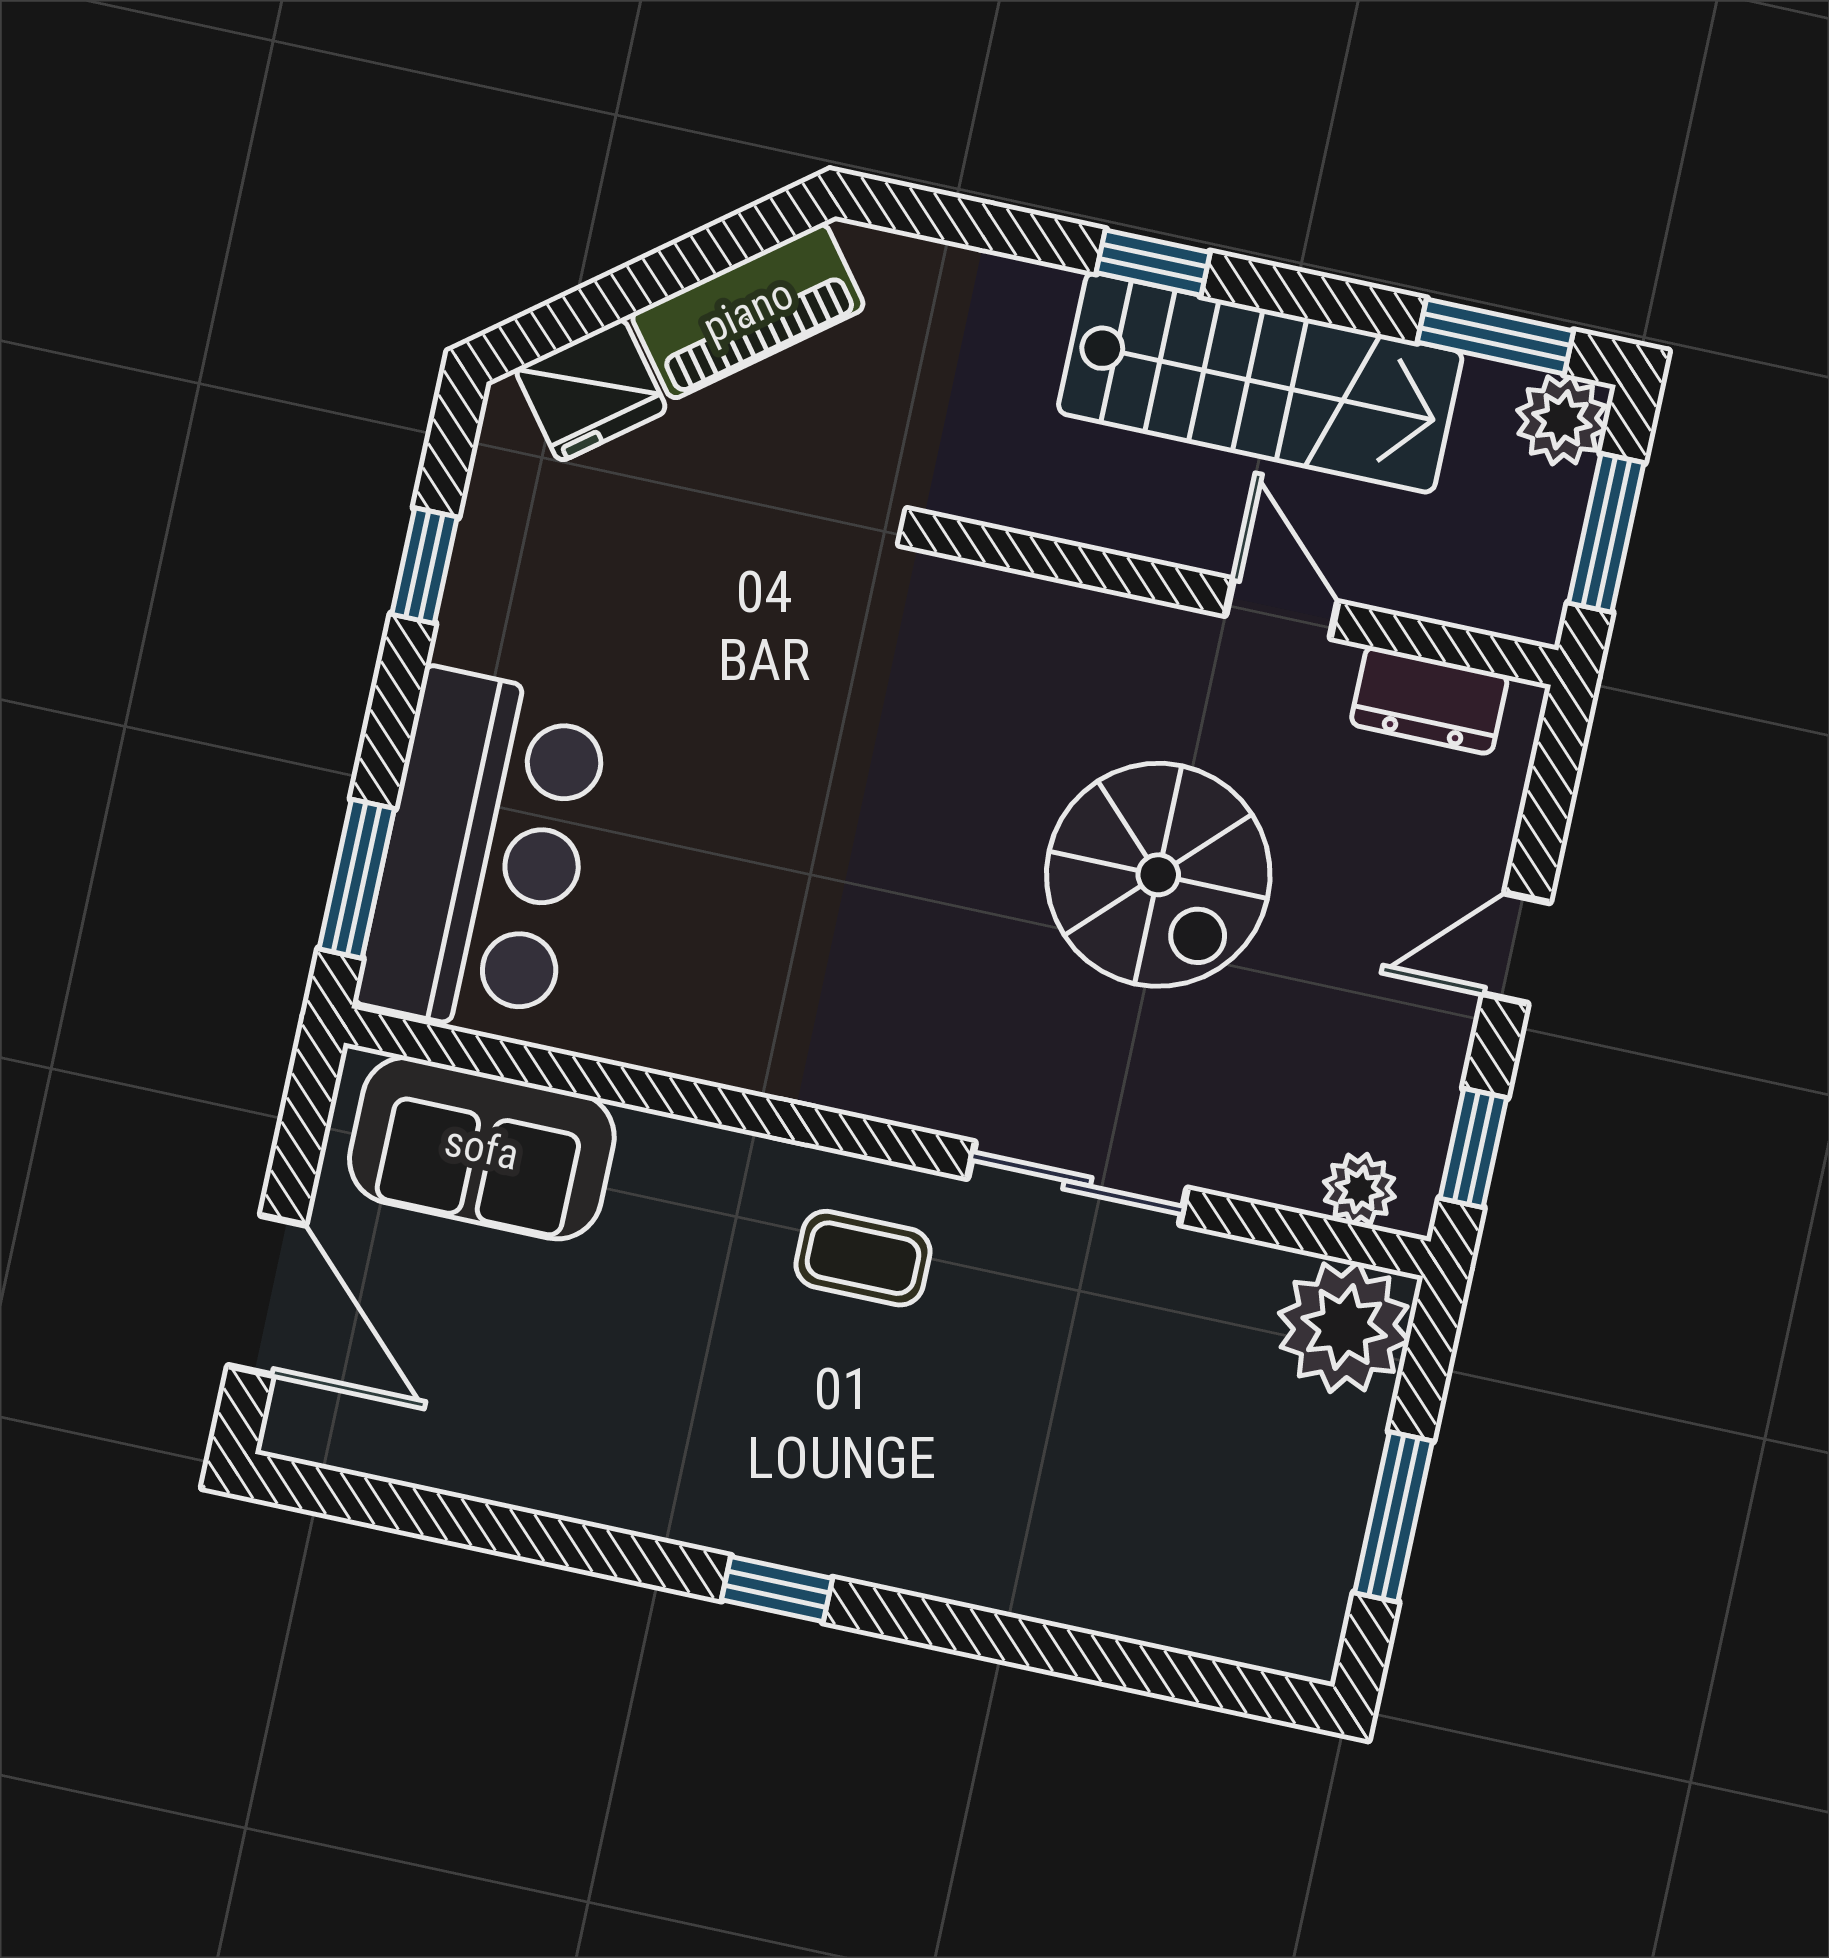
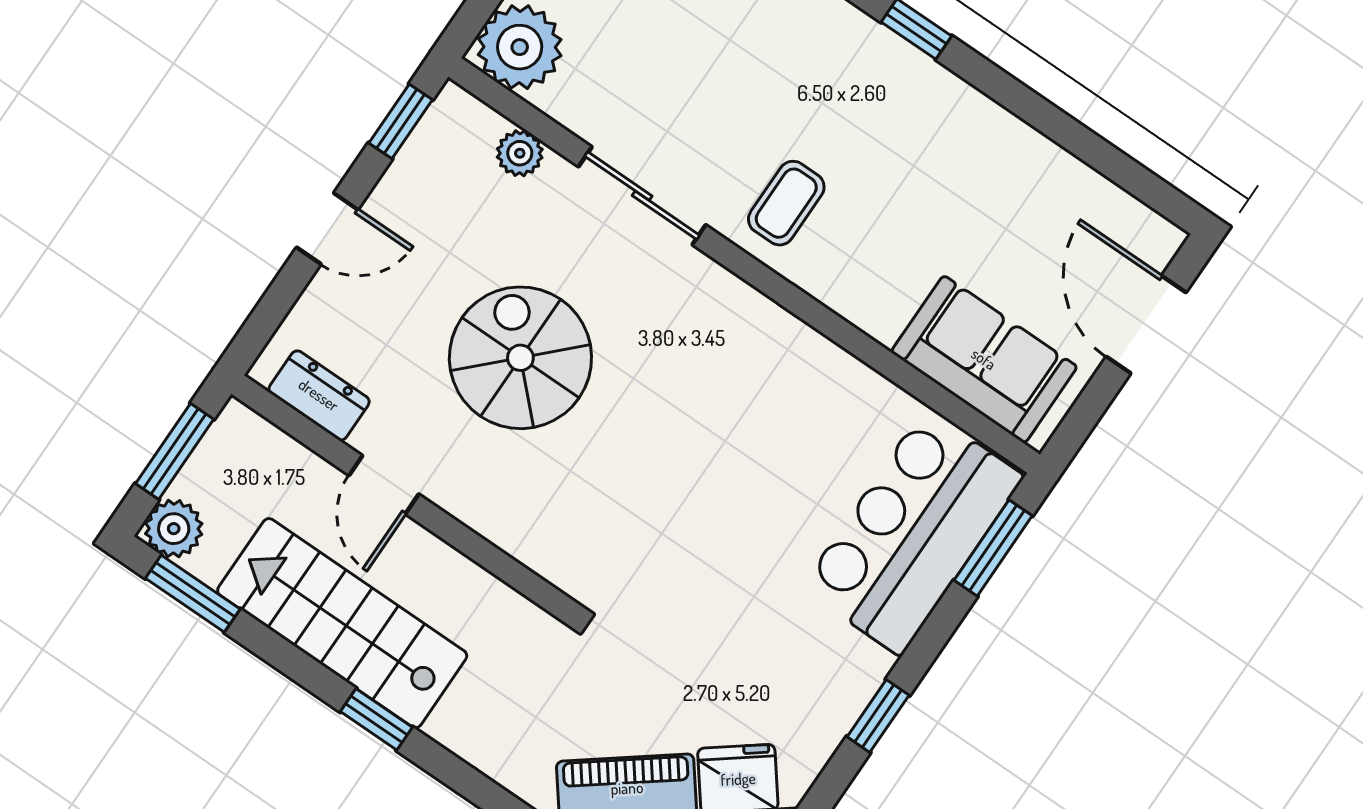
plant: (1359, 1189) -> (520, 153), moved
coffee table: (863, 1258) -> (786, 203), turned 90

